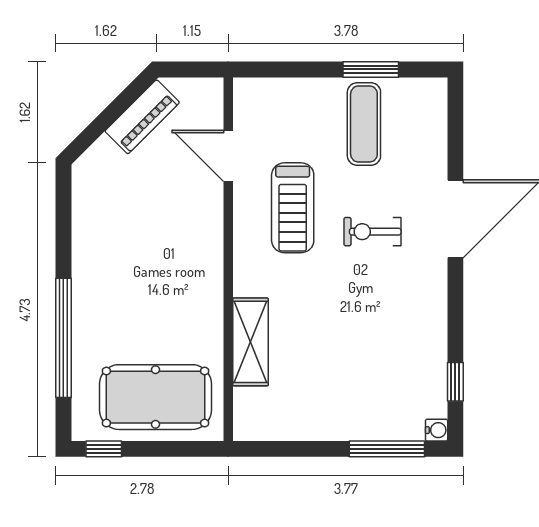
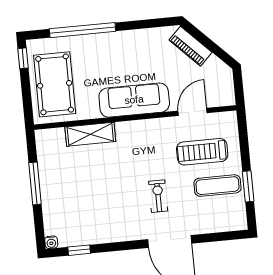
piano: (142, 117) -> (190, 46), moved
treadmill: (293, 208) -> (202, 152), moved
sofa: (197, 258) -> (134, 100), added
window: (387, 449) -> (35, 183), moved

